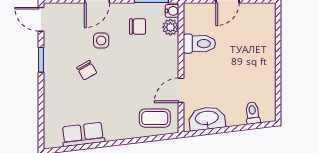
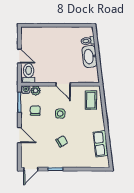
side table: (101, 40) -> (60, 114), moved
toilet: (199, 44) -> (29, 73), moved
door: (181, 90) -> (63, 84), moved
washbasin: (207, 118) -> (90, 57), moved

